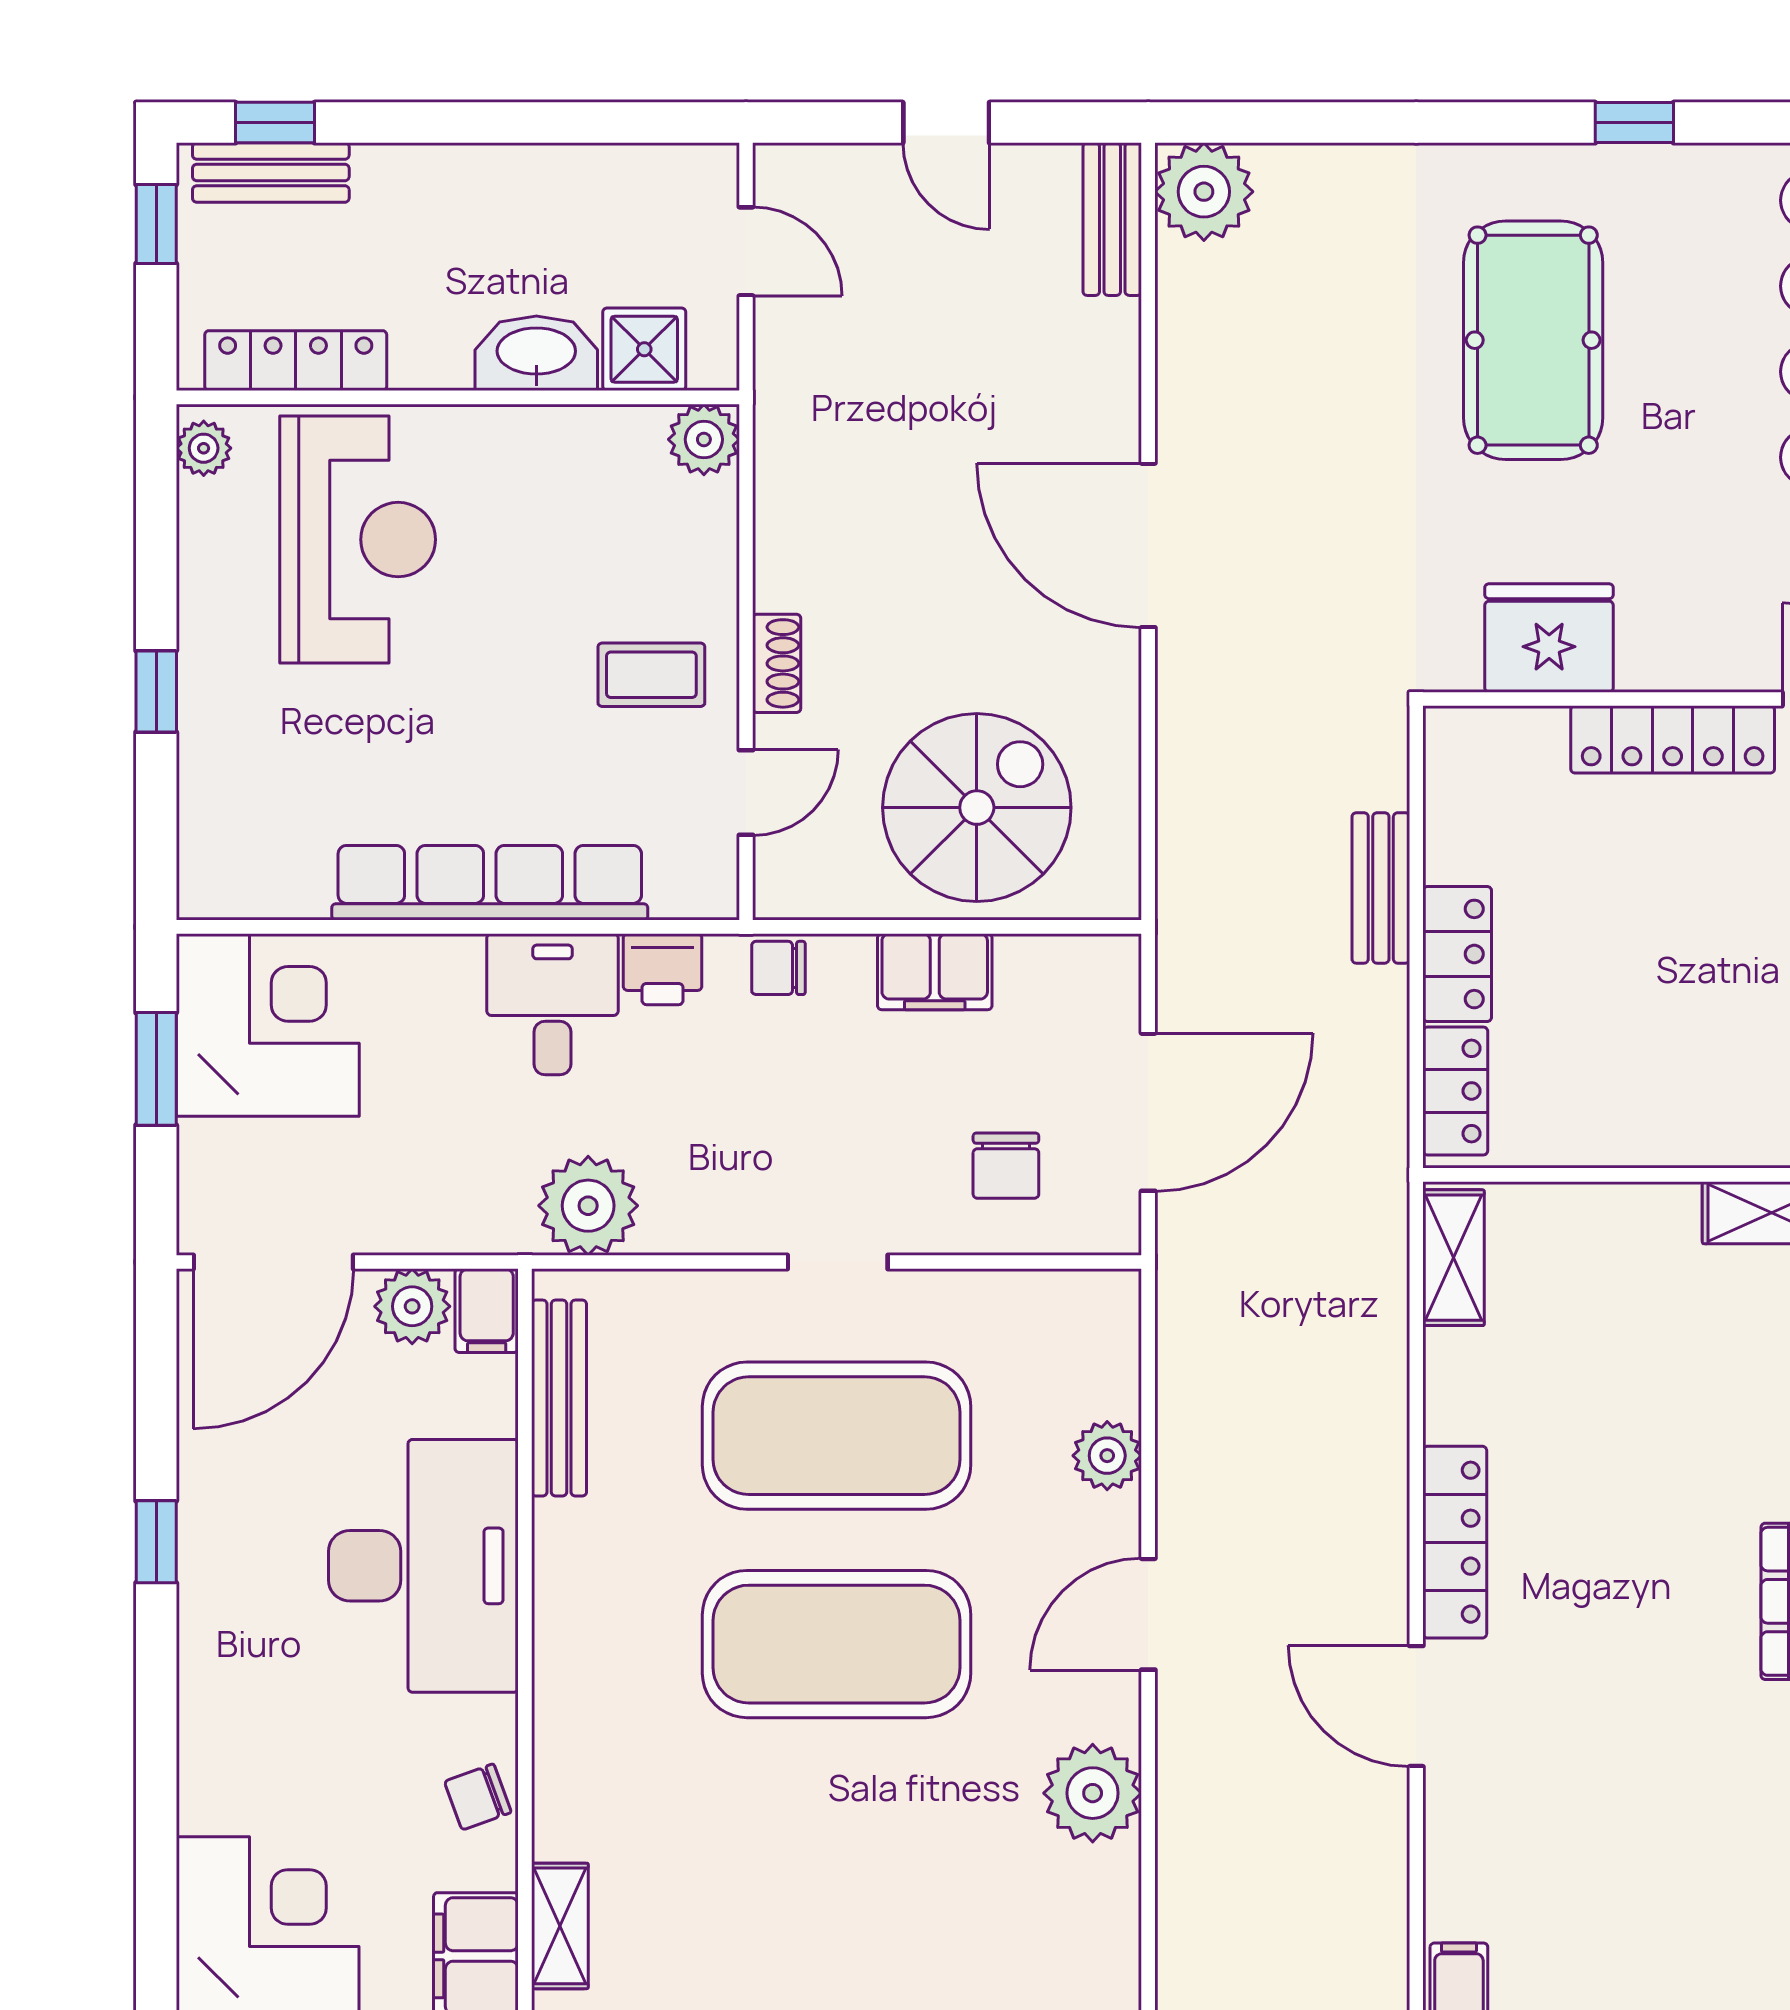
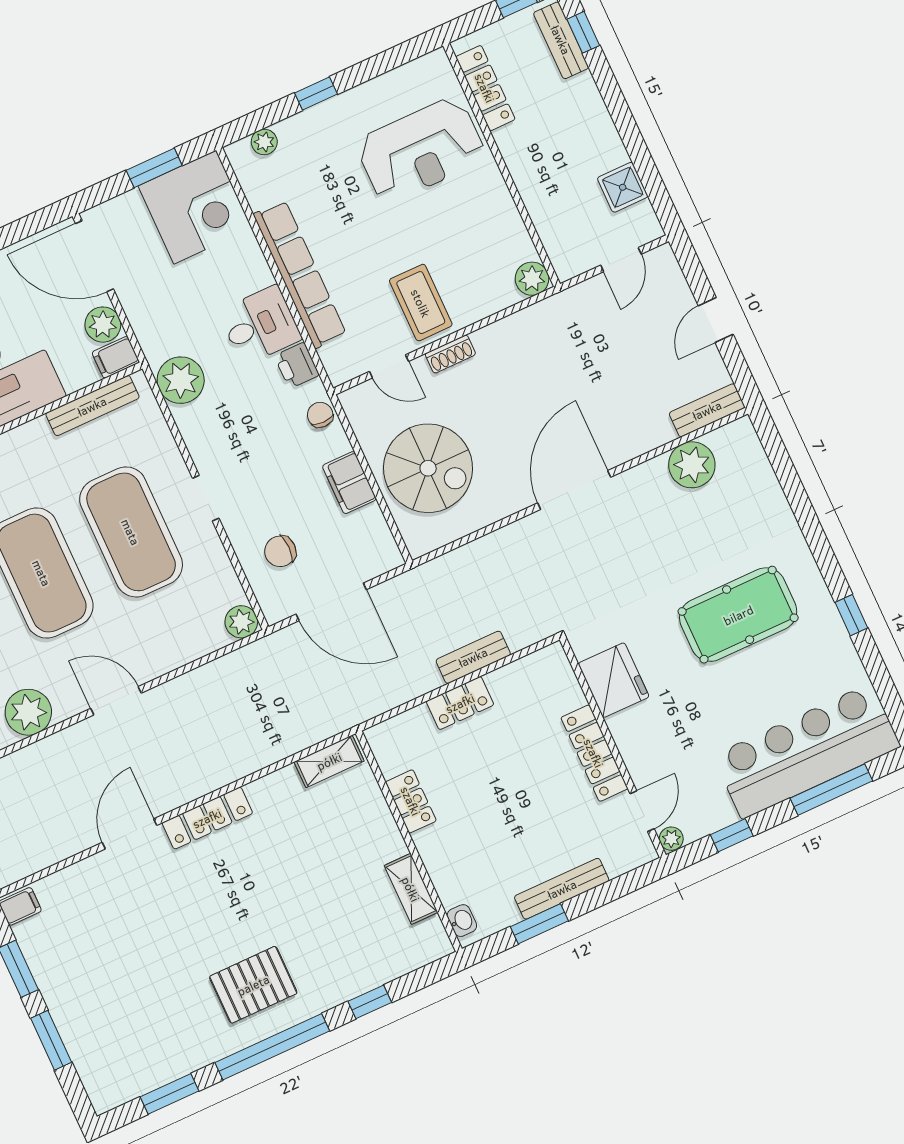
plant: (1204, 192) -> (692, 465), moved
shower: (644, 349) -> (623, 187), moved
washbasin: (536, 353) -> (536, 190), removed
plant: (204, 448) -> (264, 142), moved
coffee table: (651, 675) -> (421, 303), width x1.36, depth x1.30
locker: (1455, 1091) -> (411, 801), moved, turned -90
plant: (1107, 1456) -> (241, 622), moved

